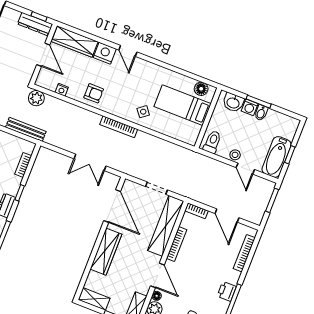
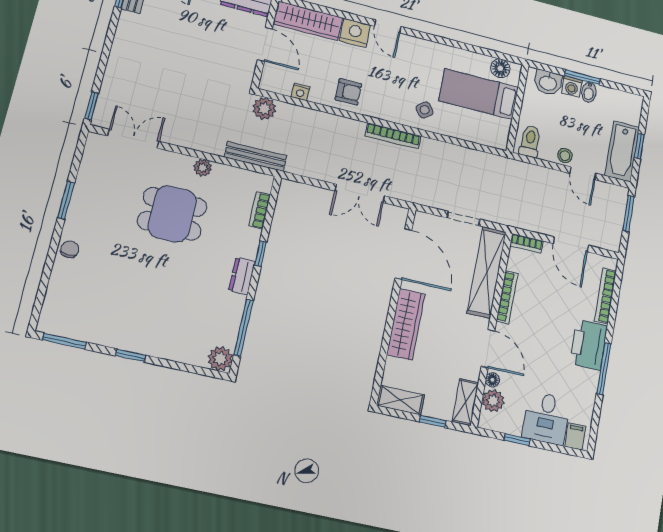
printer: (227, 291) -> (588, 345), width x1.87, depth x1.48

